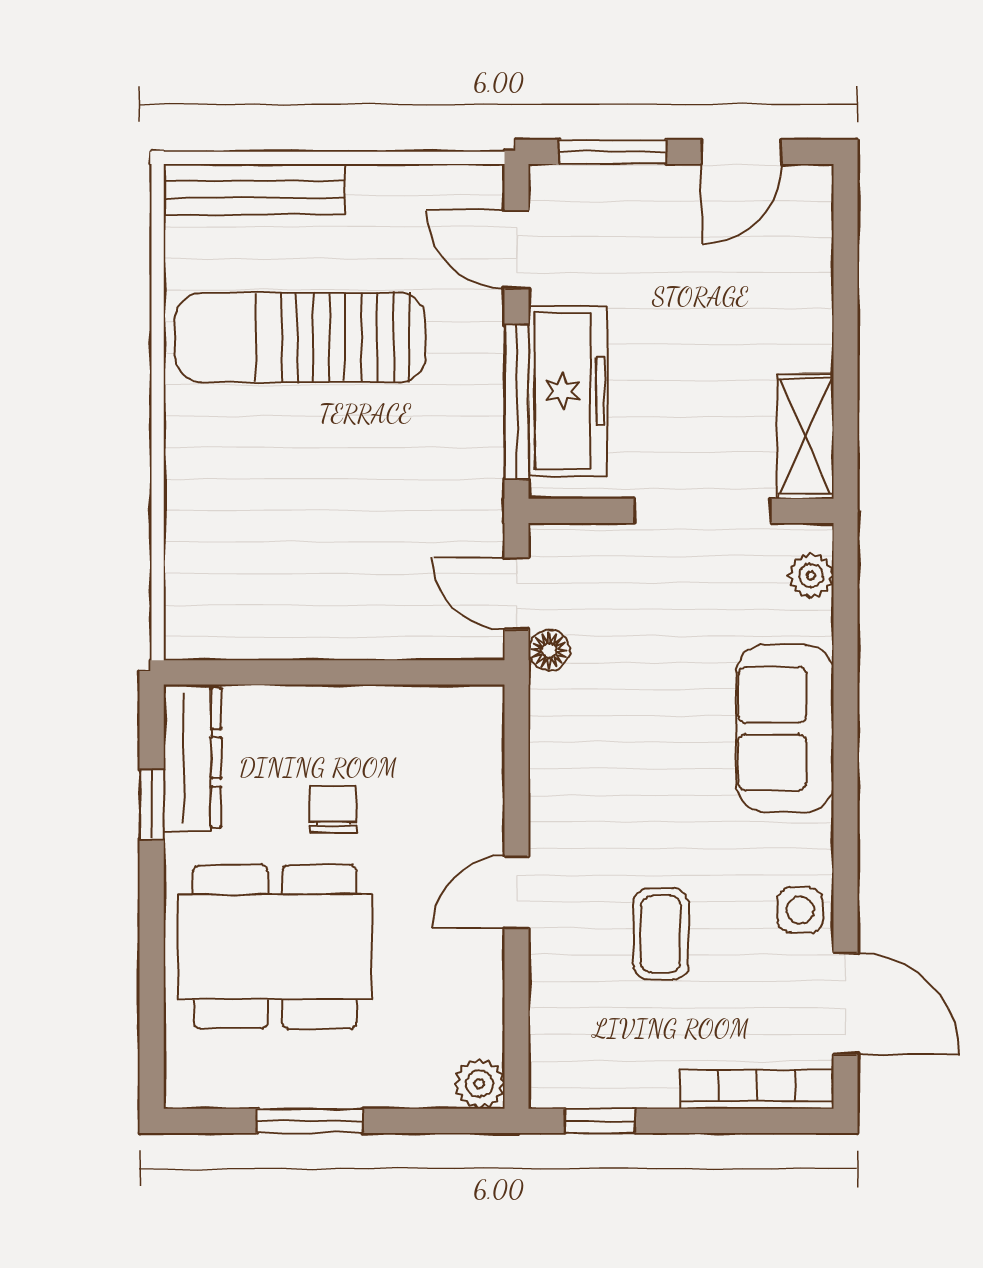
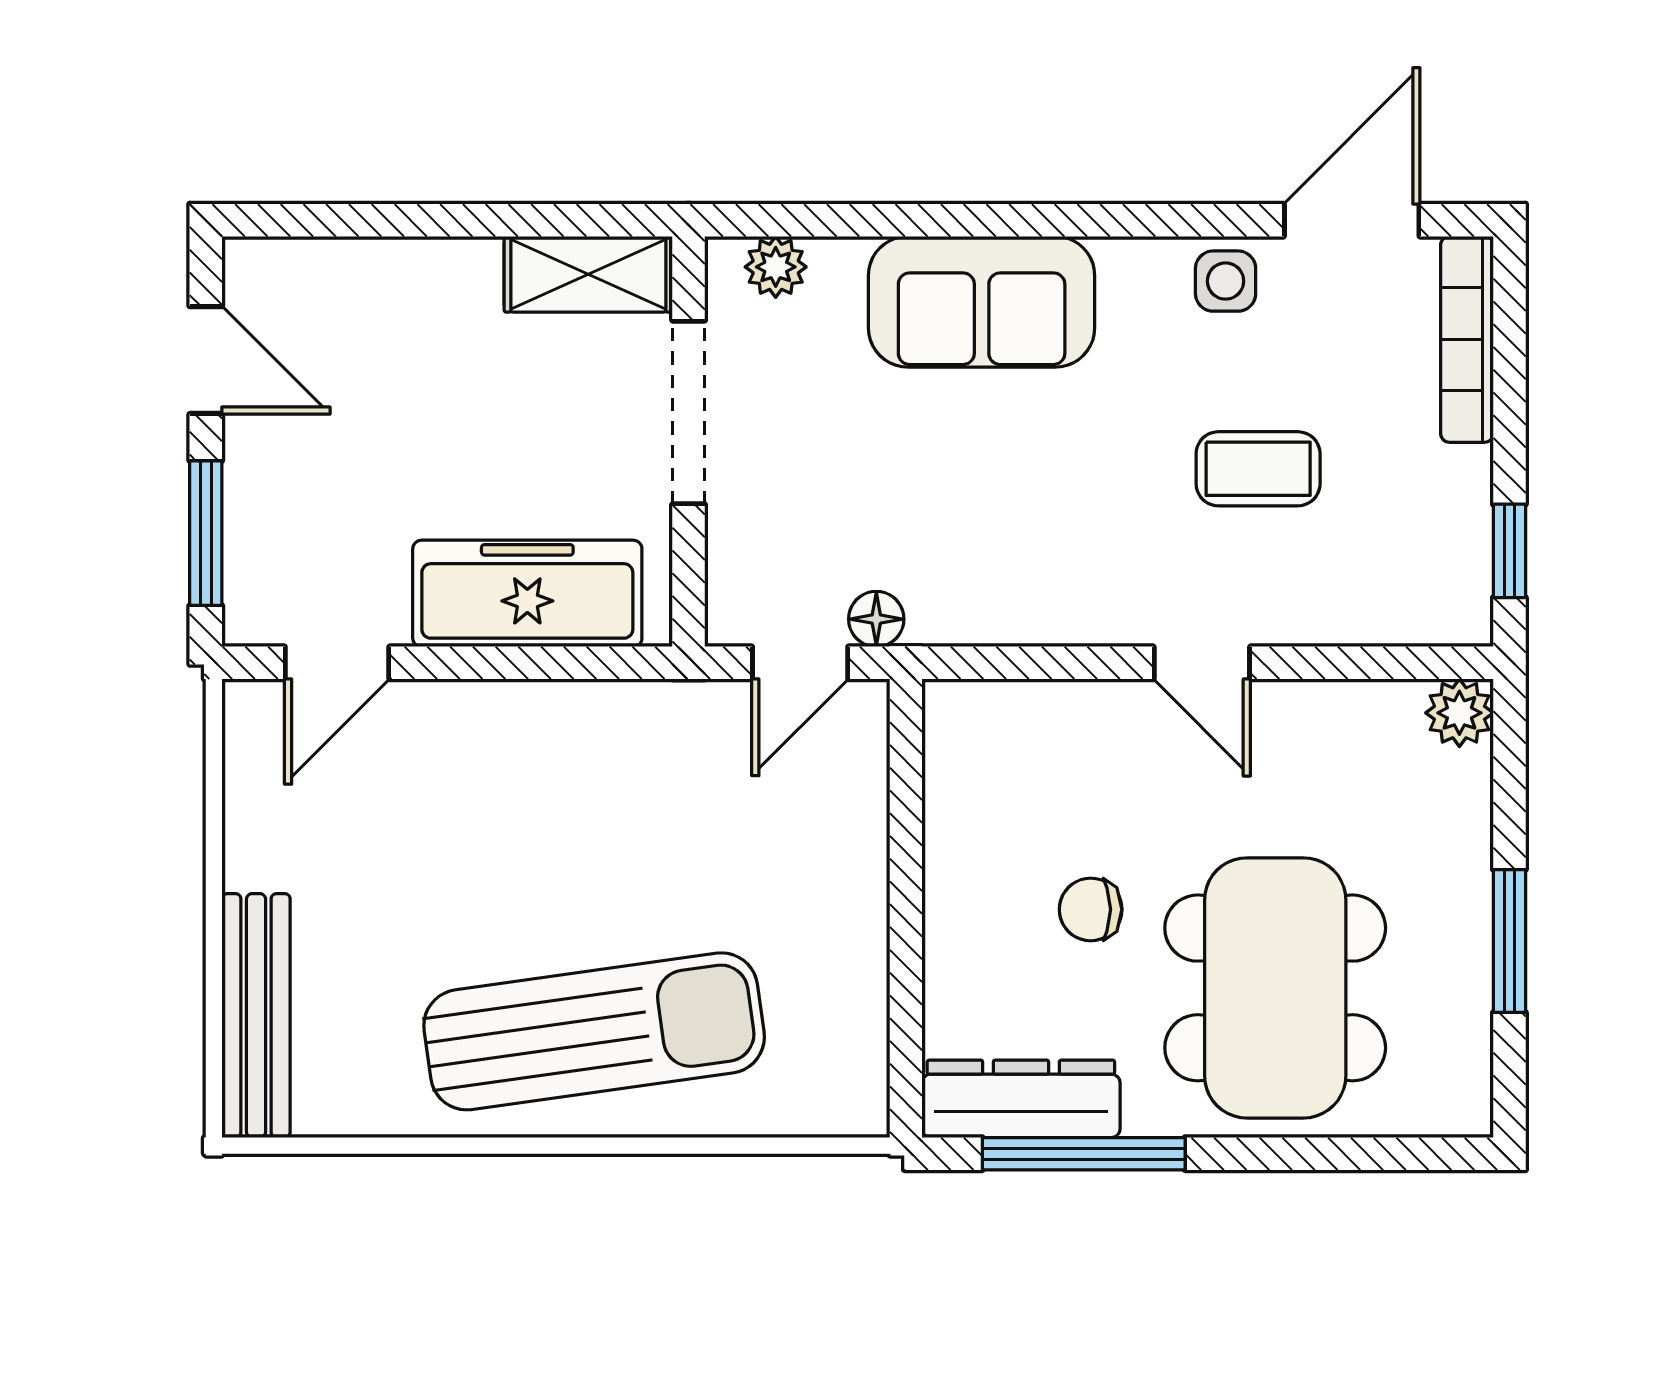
sun lounger: (300, 338) -> (594, 1031), moved, turned -98
window: (517, 402) -> (542, 663), removed
window: (152, 804) -> (1084, 1154), width x2.17

